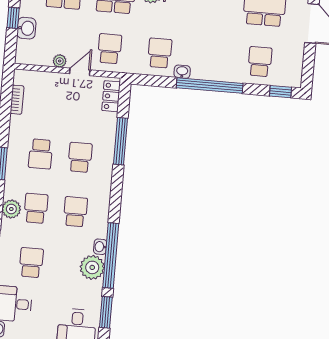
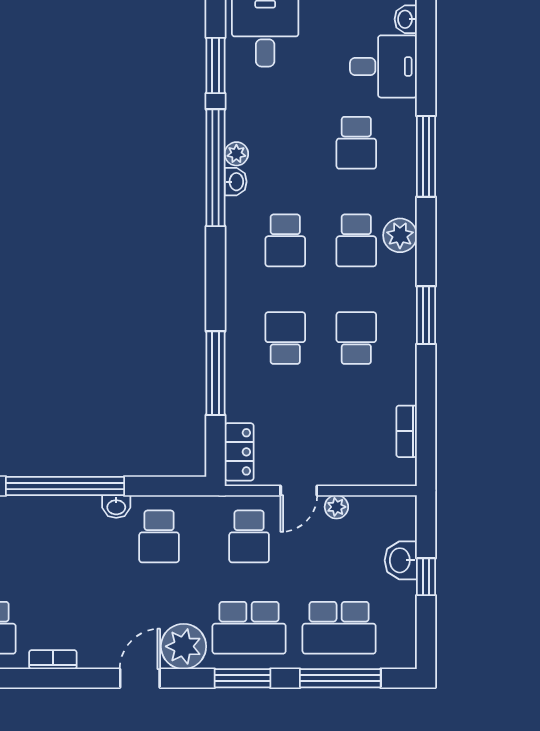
school desk: (80, 157) -> (285, 338), turned 180
plant: (92, 267) -> (236, 154), width x0.53, depth x0.53

